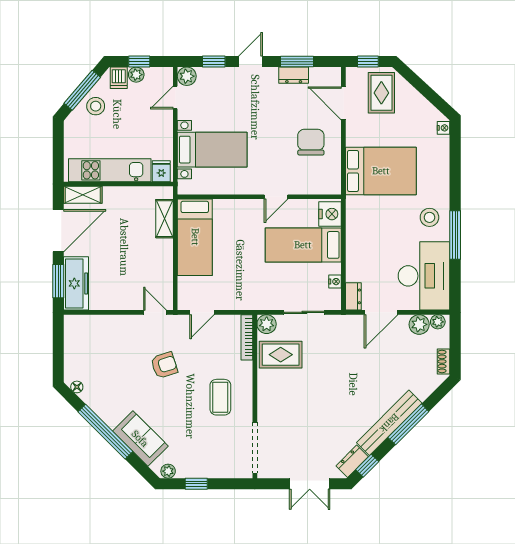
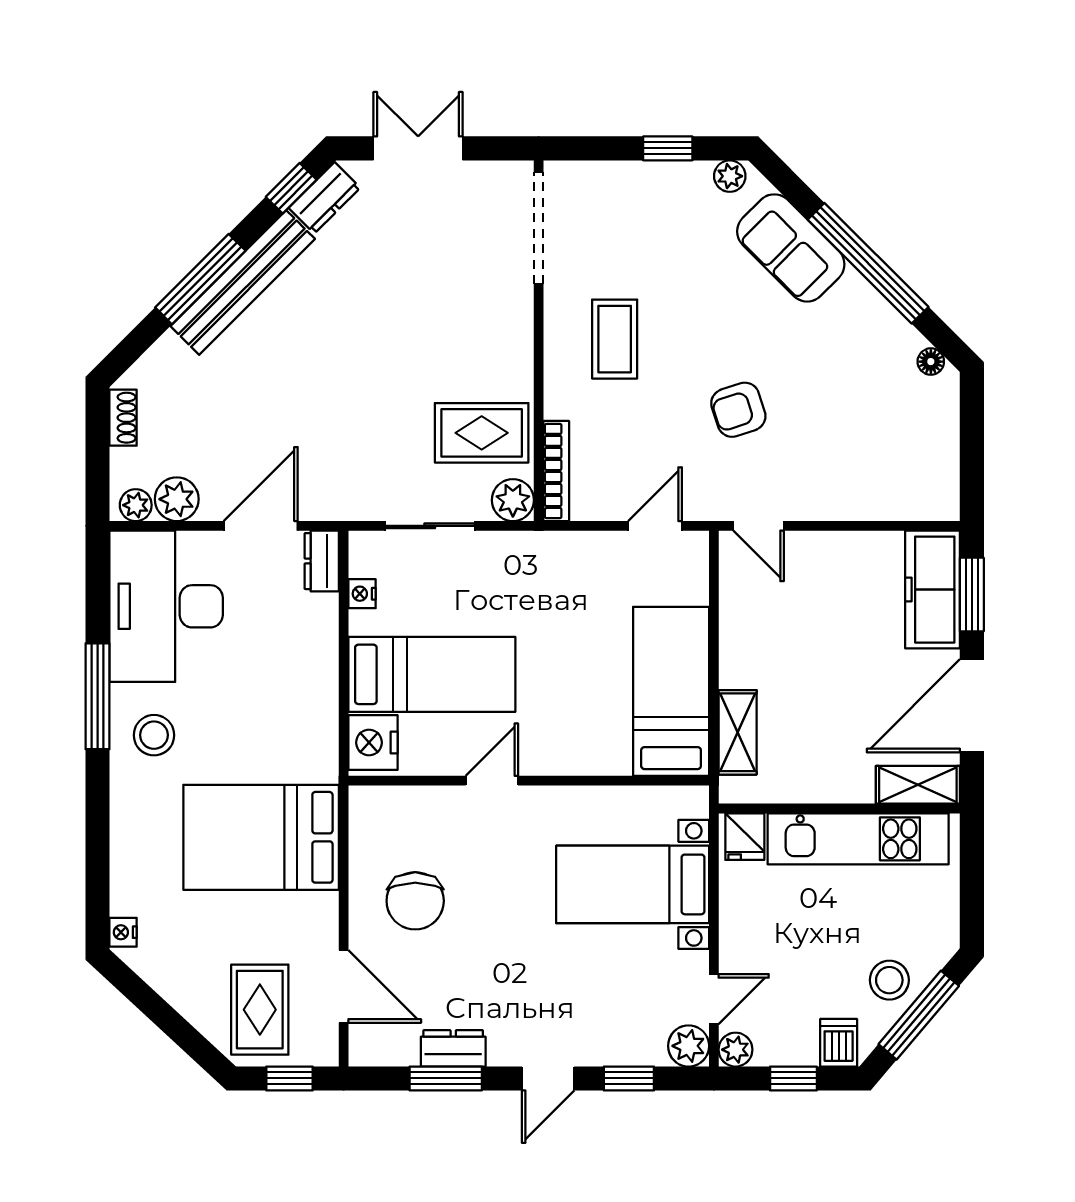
plant: (136, 75) -> (736, 1050), moved

